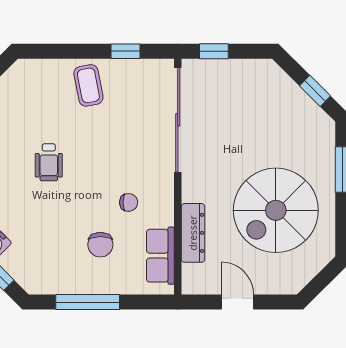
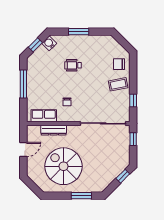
window: (315, 91) -> (123, 176), moved
wheelchair: (49, 162) -> (73, 65), moved
chair: (100, 245) -> (119, 64), moved

